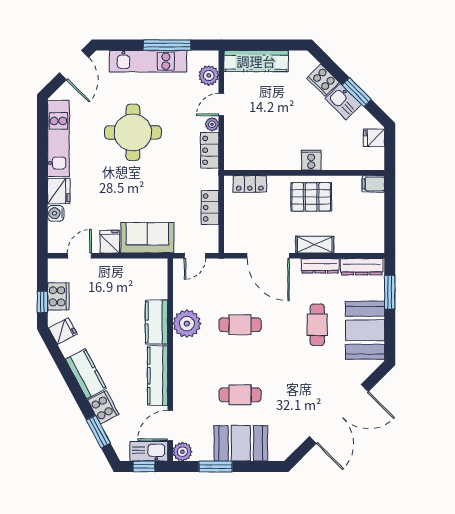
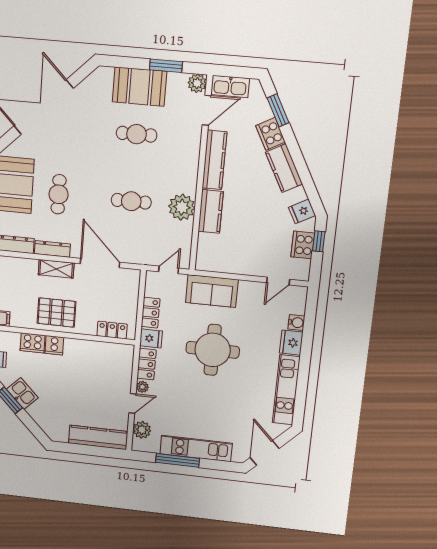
cooker: (323, 80) -> (33, 343), moved, turned 135
round table: (133, 132) -> (213, 350), moved
fridge: (110, 242) -> (151, 338), moved, turned -90
window: (144, 466) -> (236, 72), removed

